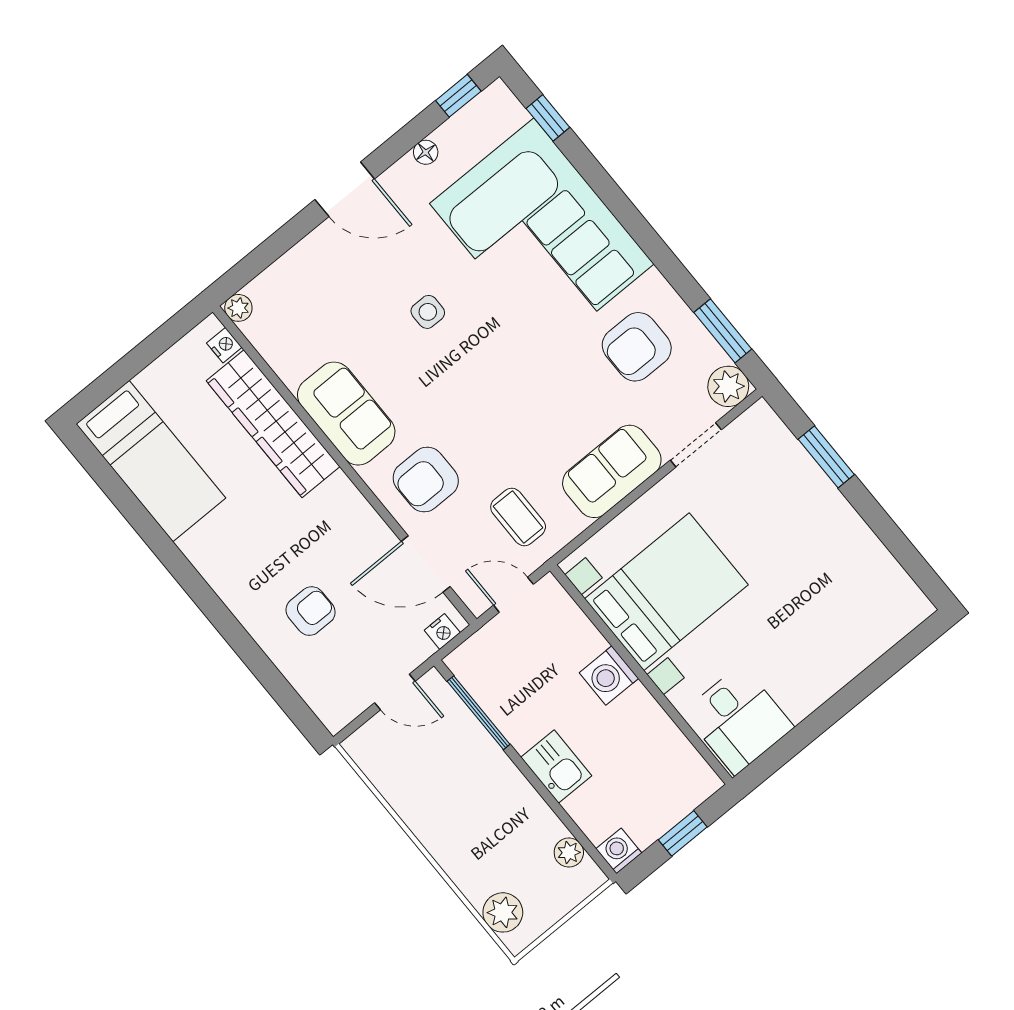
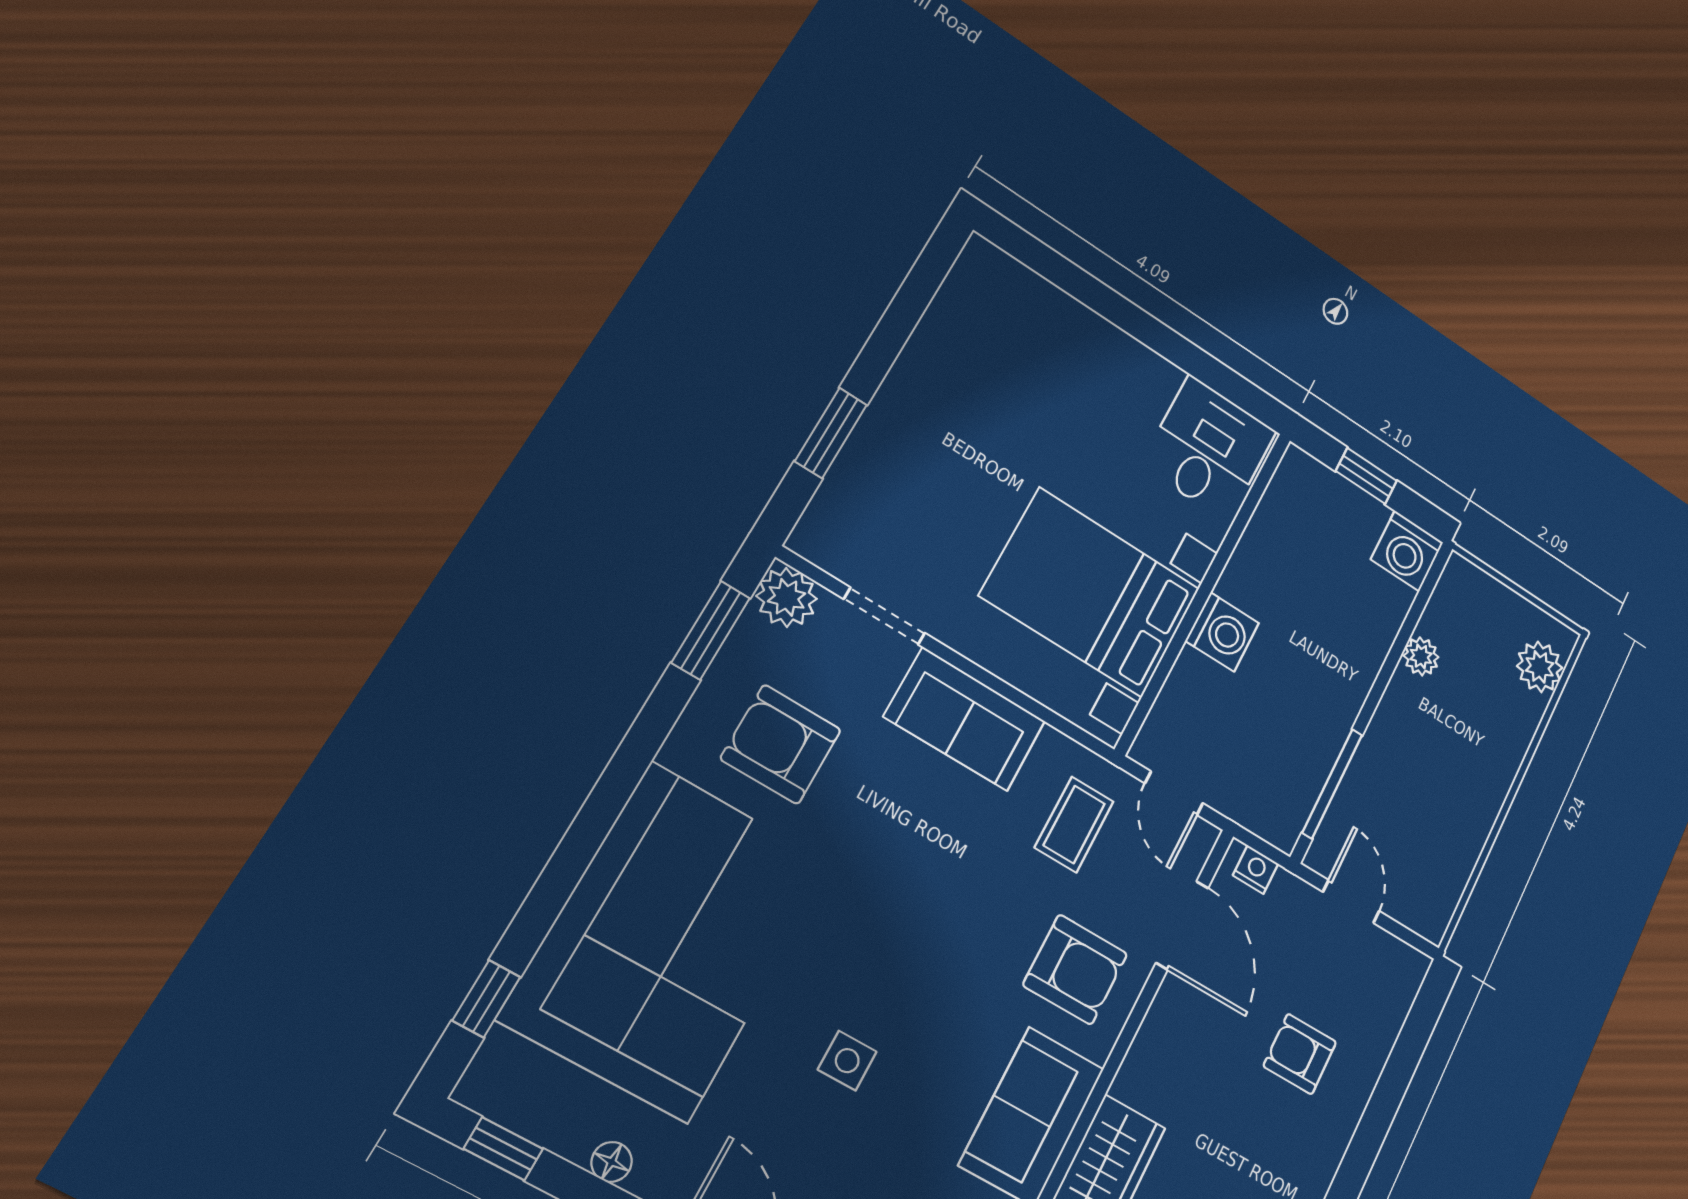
armchair: (637, 347) -> (781, 744), turned 180
kitchen sink: (556, 766) -> (1354, 661), removed
washing machine: (619, 851) -> (1407, 551), width x1.38, depth x1.38
plant: (569, 852) -> (1421, 656), moved

